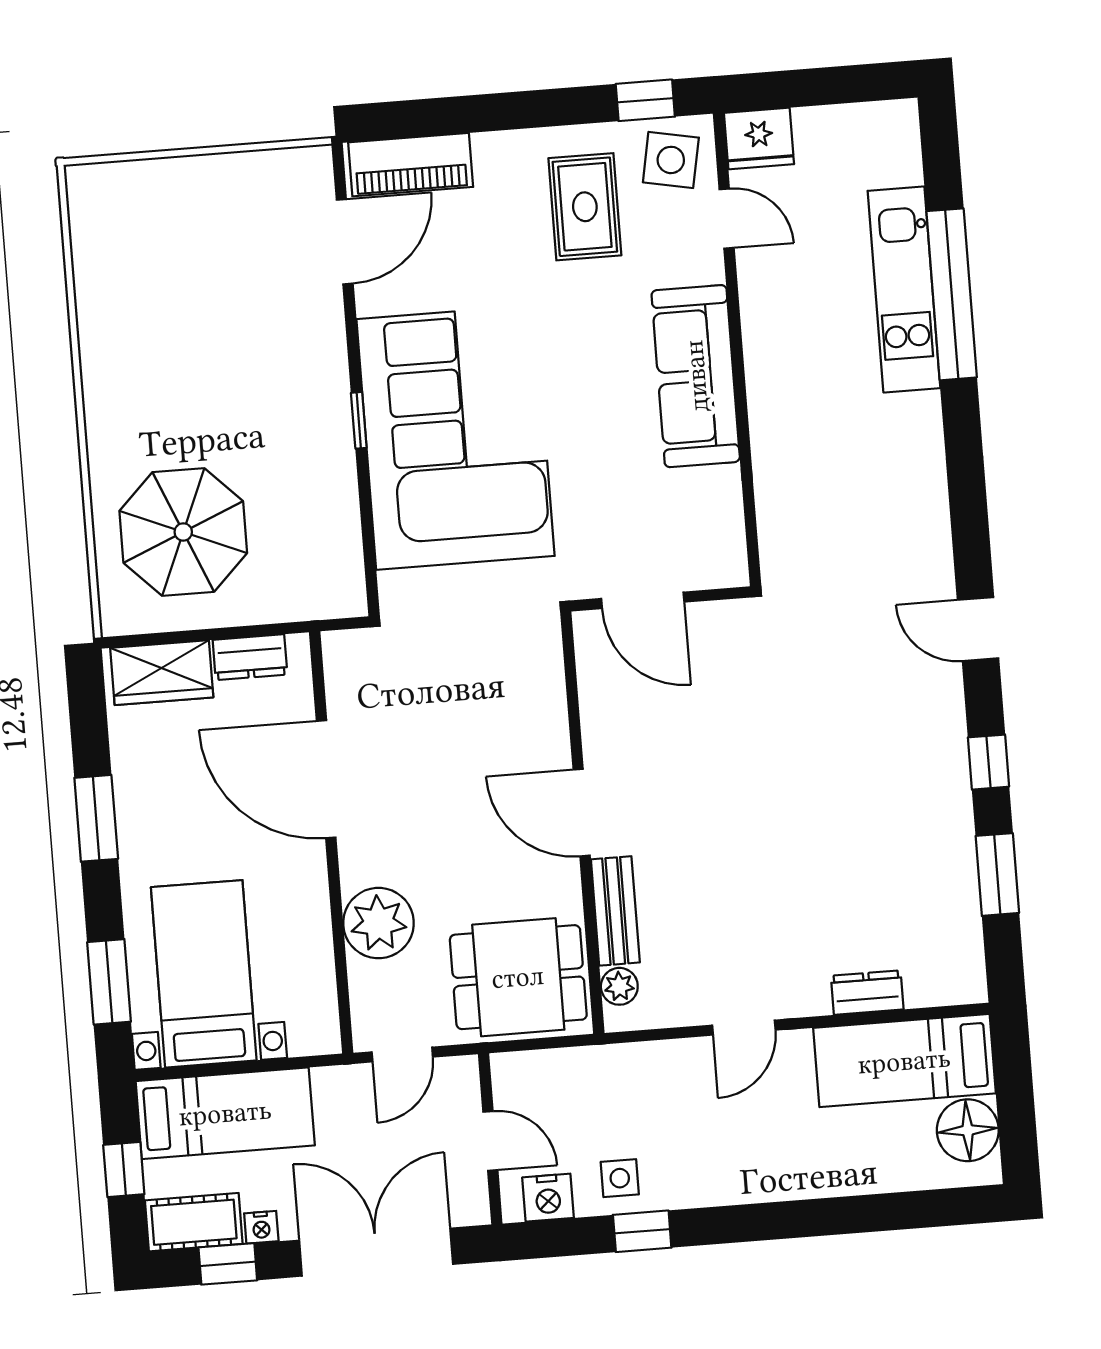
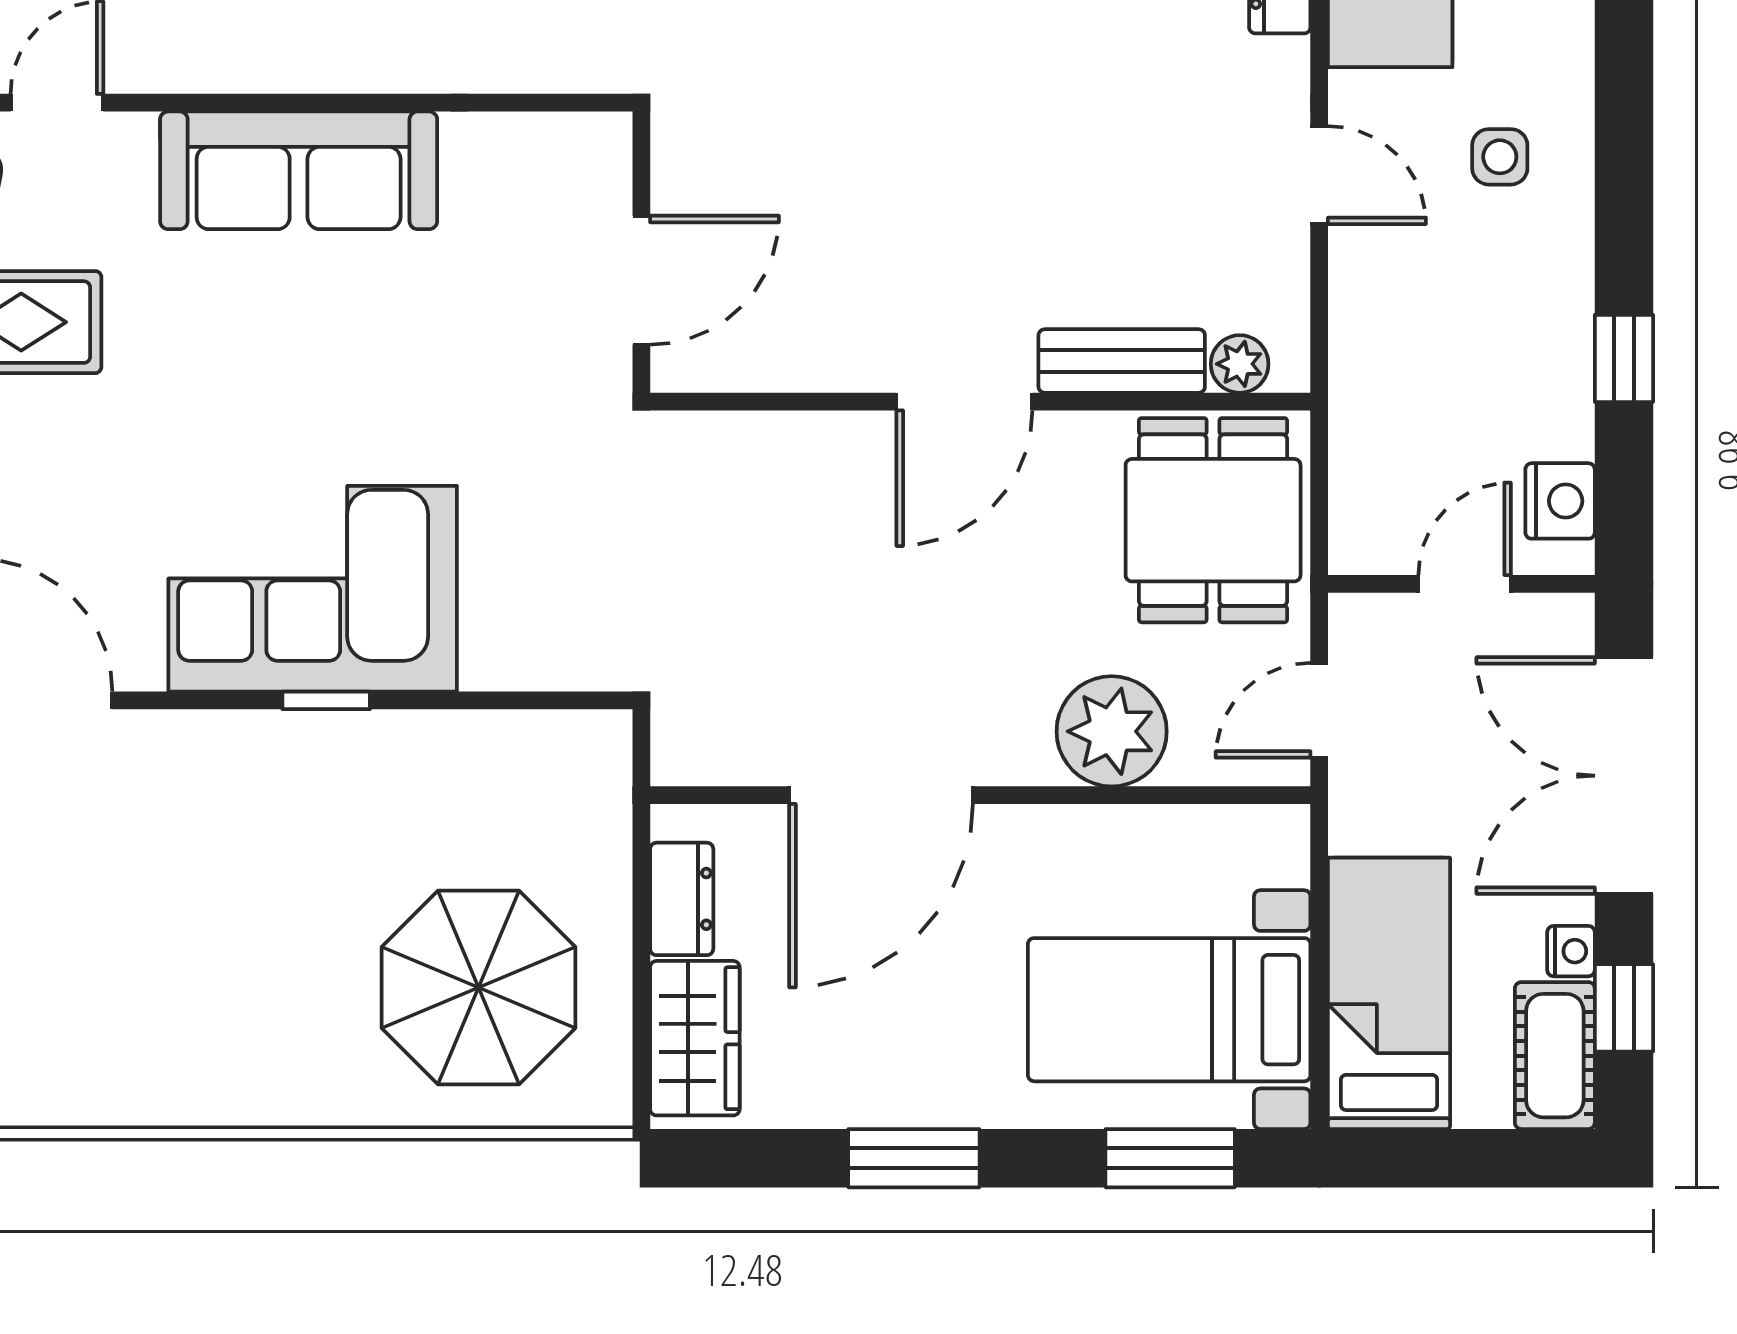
corner sofa: (456, 438) -> (313, 589), width x0.73, depth x0.74
door: (402, 1055) -> (1319, 710), swing flipped
window: (124, 1170) -> (1464, 1158), removed
side table: (620, 1178) -> (1500, 157), moved

